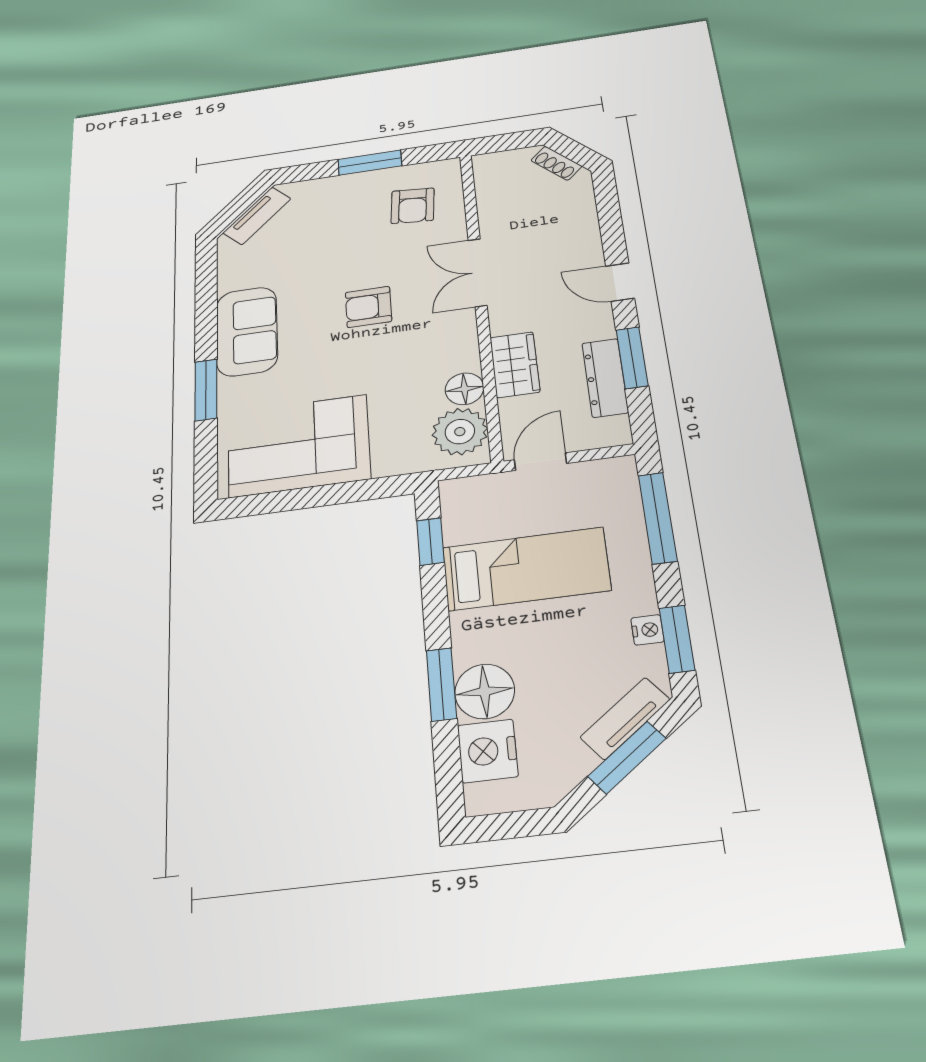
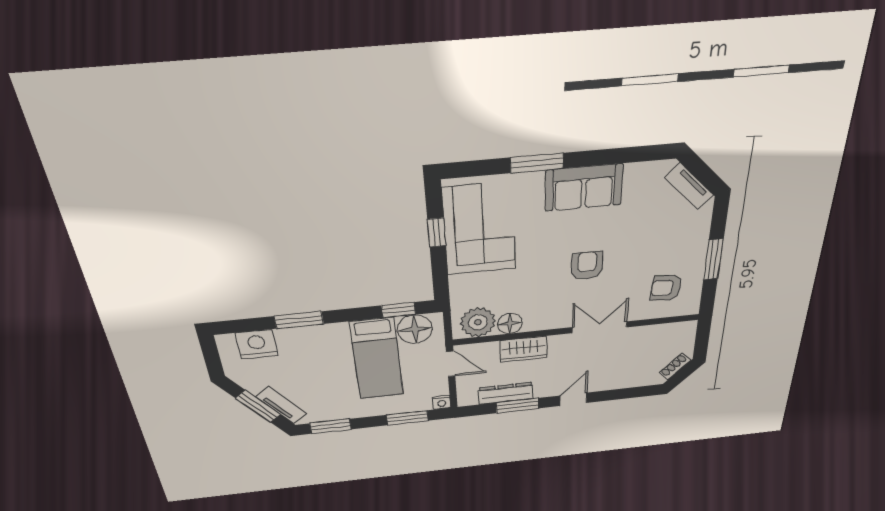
window: (299, 499) -> (437, 233), added
window: (658, 518) -> (407, 418), width x0.69
nightstand: (647, 630) -> (442, 402), moved
floor lamp: (485, 691) -> (415, 329), moved

